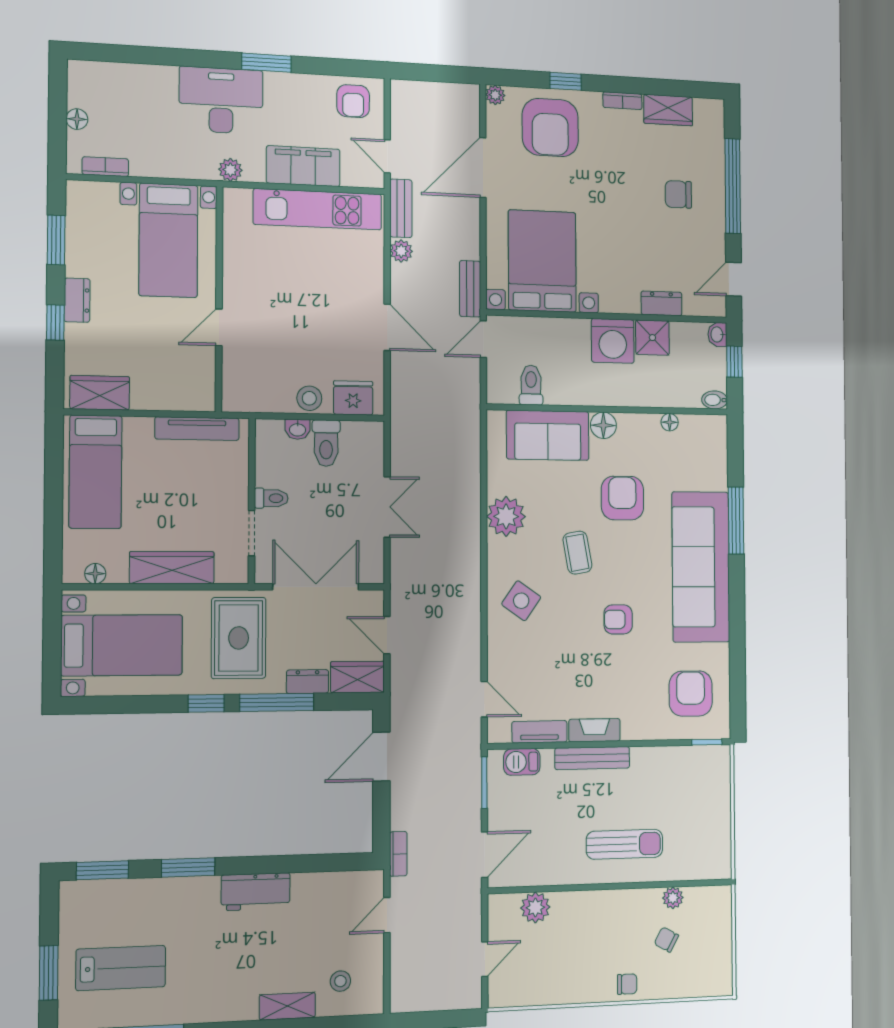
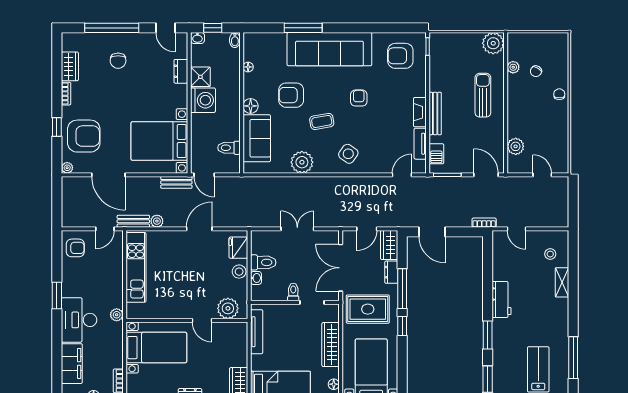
filing cabinet: (303, 166) -> (72, 364), moved, turned 180
plant: (241, 376) -> (228, 308), added
armchair: (618, 619) -> (359, 98), turned 180
plant: (713, 860) -> (493, 43), added

